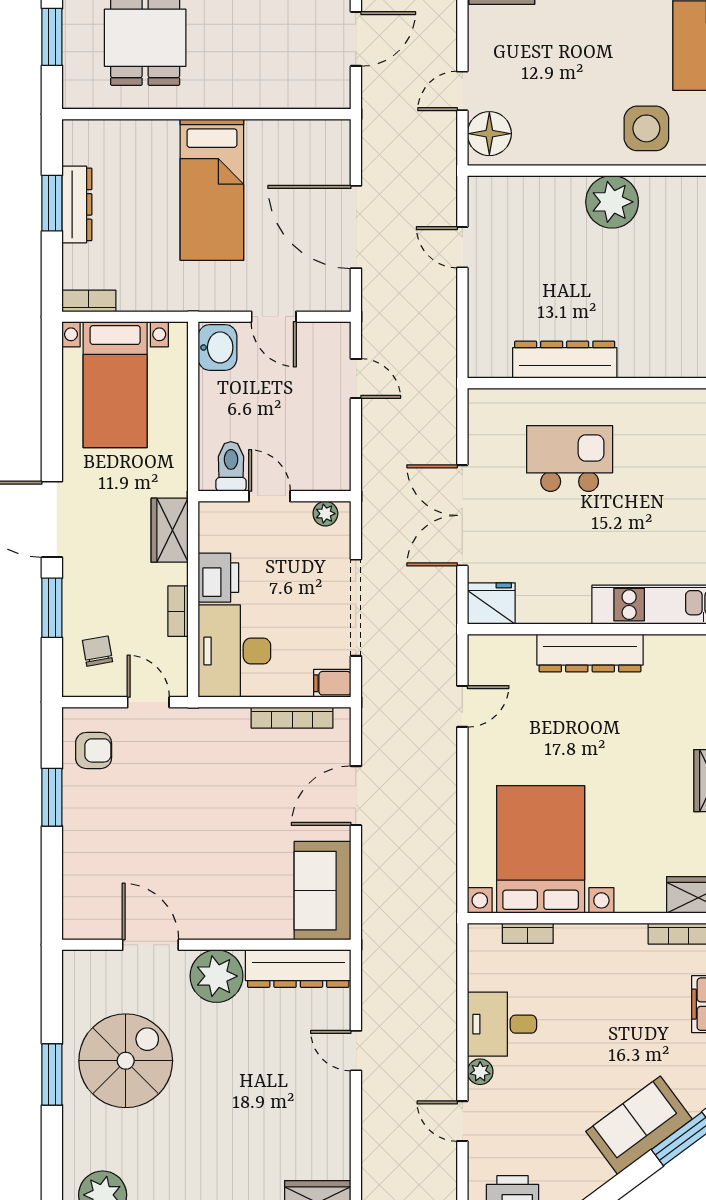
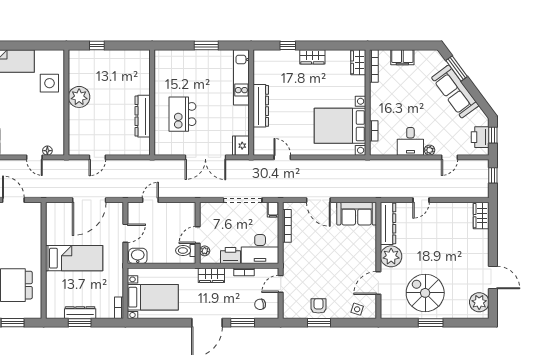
floor lamp: (489, 134) -> (47, 151), width x0.53, depth x0.53
plant: (325, 514) -> (205, 251), moved
armchair: (94, 750) -> (318, 306), moved
side table: (85, 892) -> (357, 309), added
sofa: (639, 1125) -> (455, 92), width x1.36

